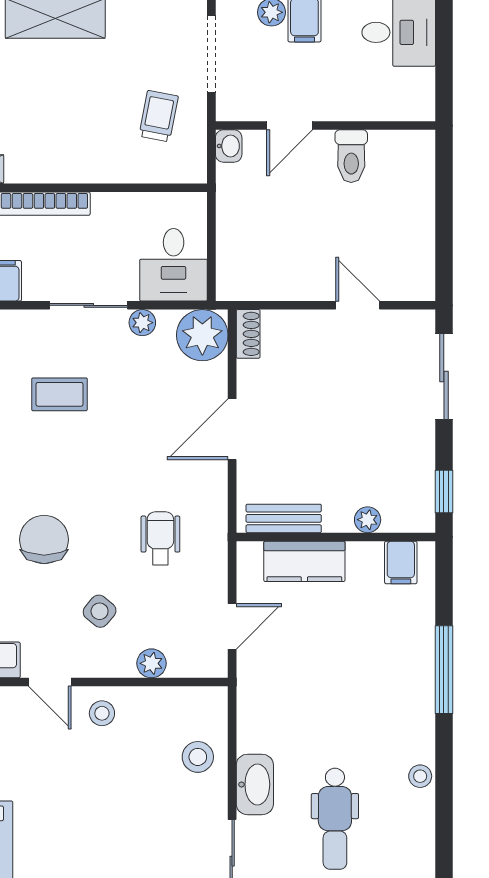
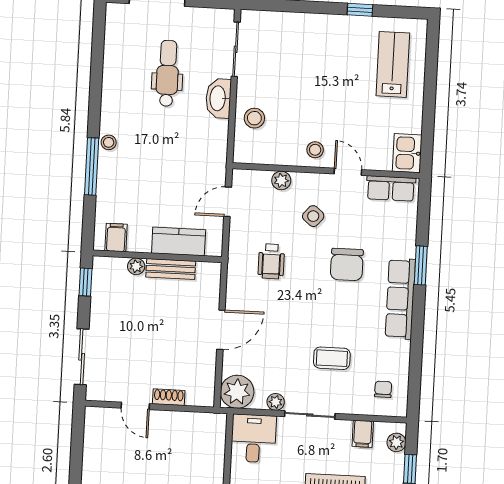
shoe rack: (248, 334) -> (169, 397), moved, turned 90
bench: (284, 518) -> (171, 269), moved
stool: (420, 776) -> (109, 142), moved

